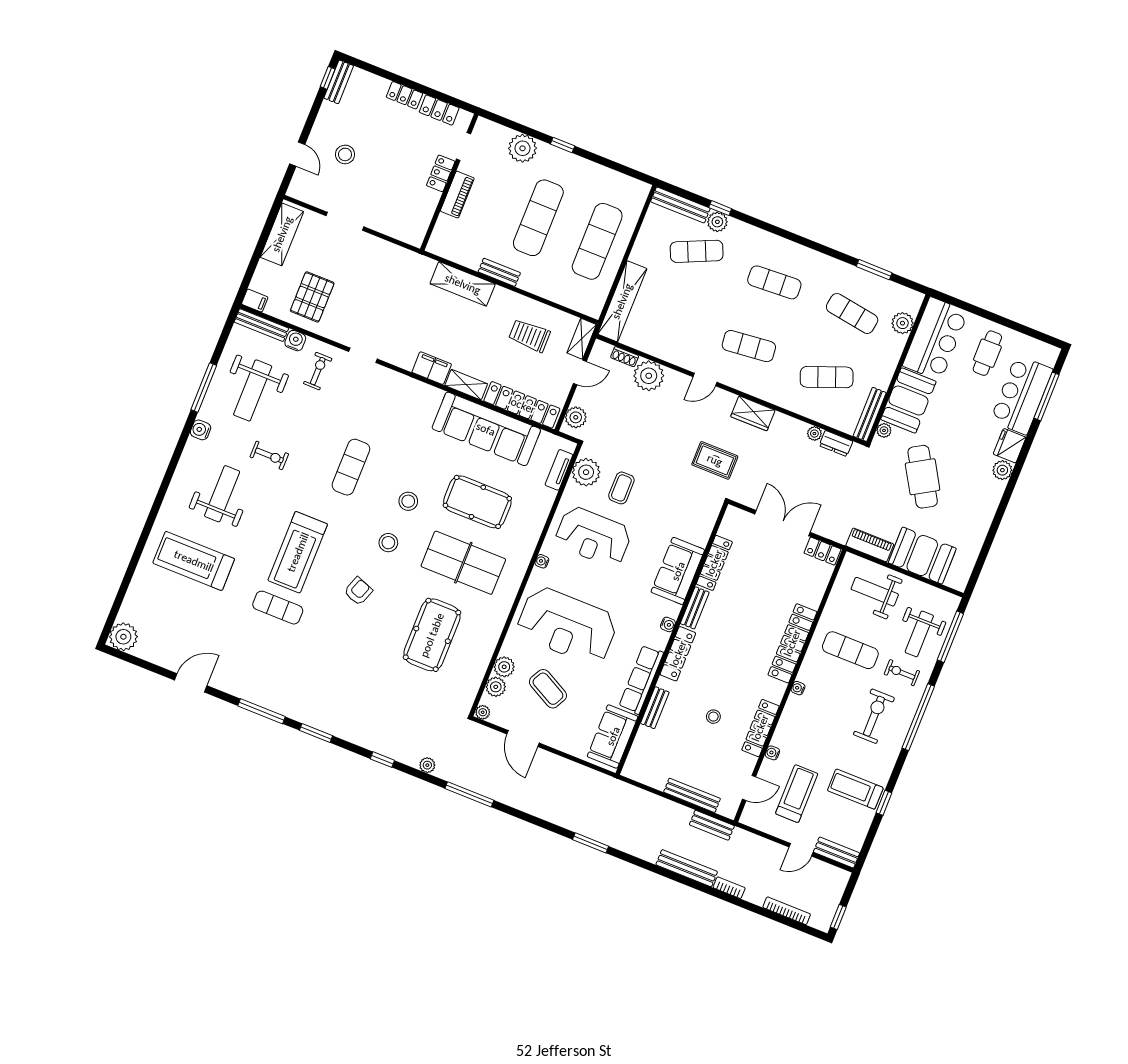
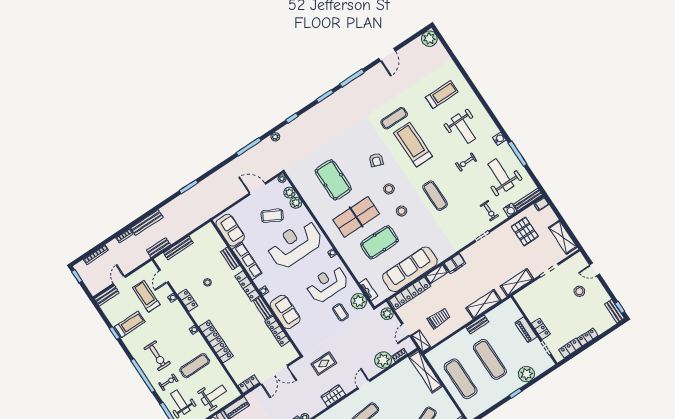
shelving: (396, 256) -> (517, 282), added
treadmill: (194, 561) -> (442, 95), width x0.73, depth x0.73
locker: (760, 728) -> (187, 300), width x0.66
treadmill: (797, 794) -> (146, 296), turned 180

